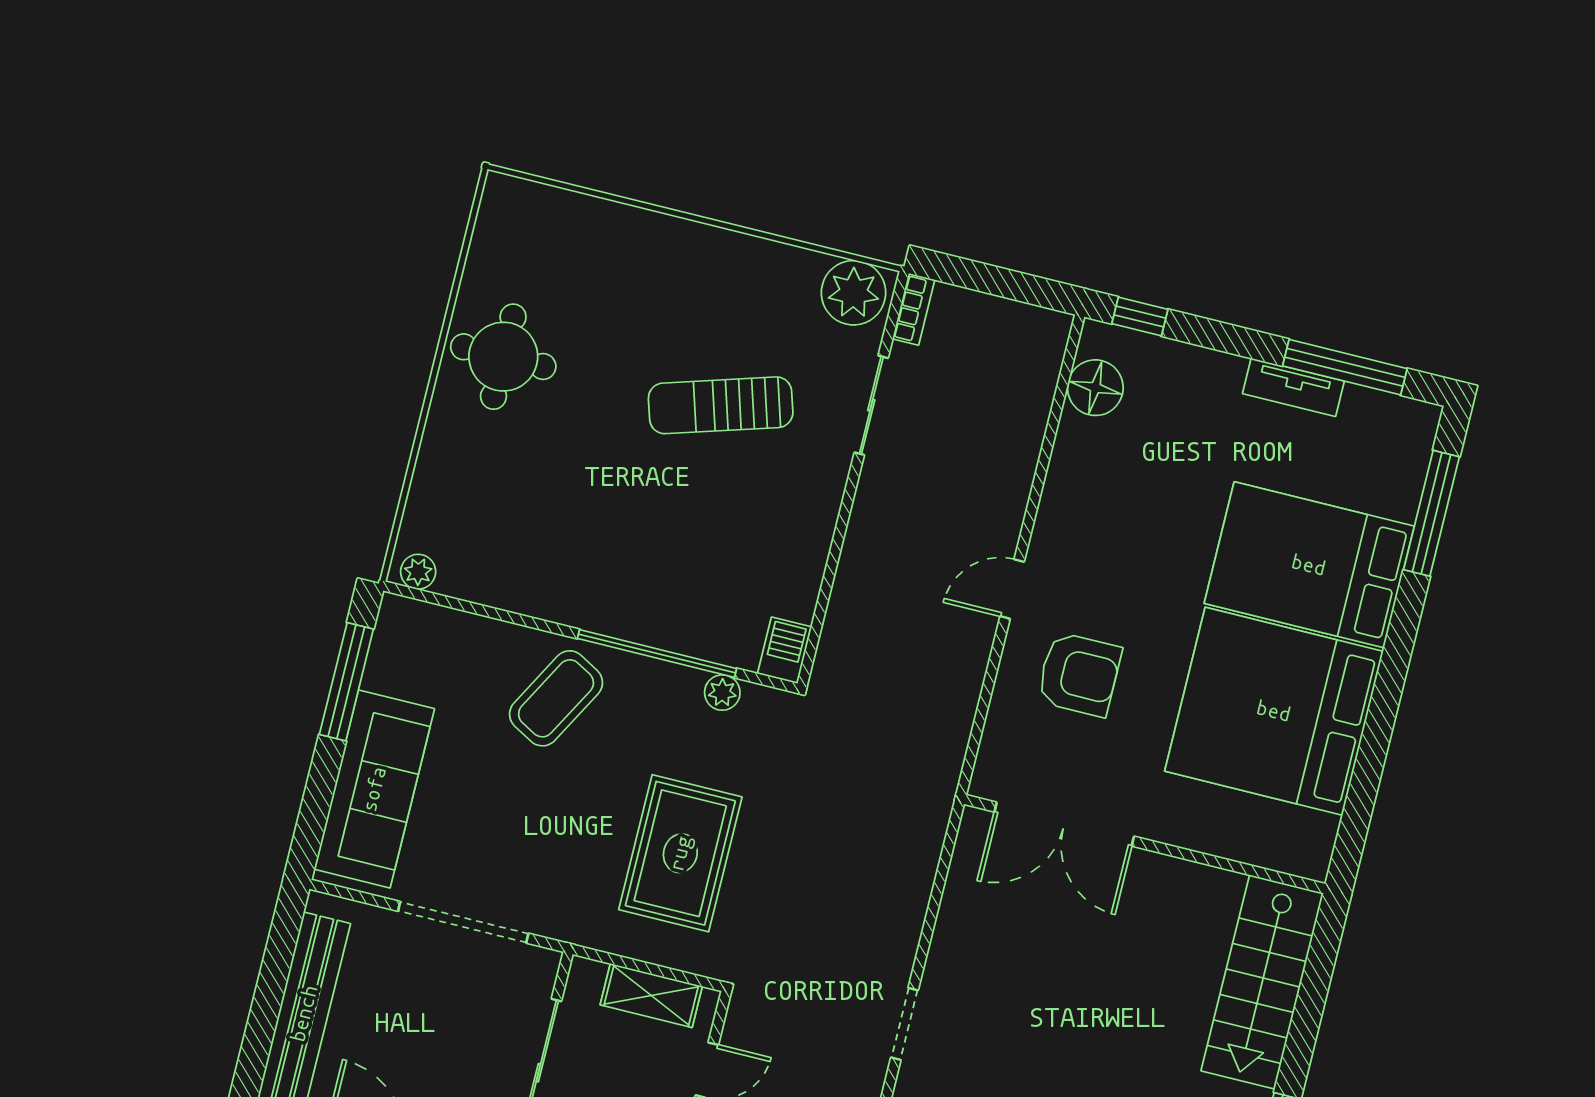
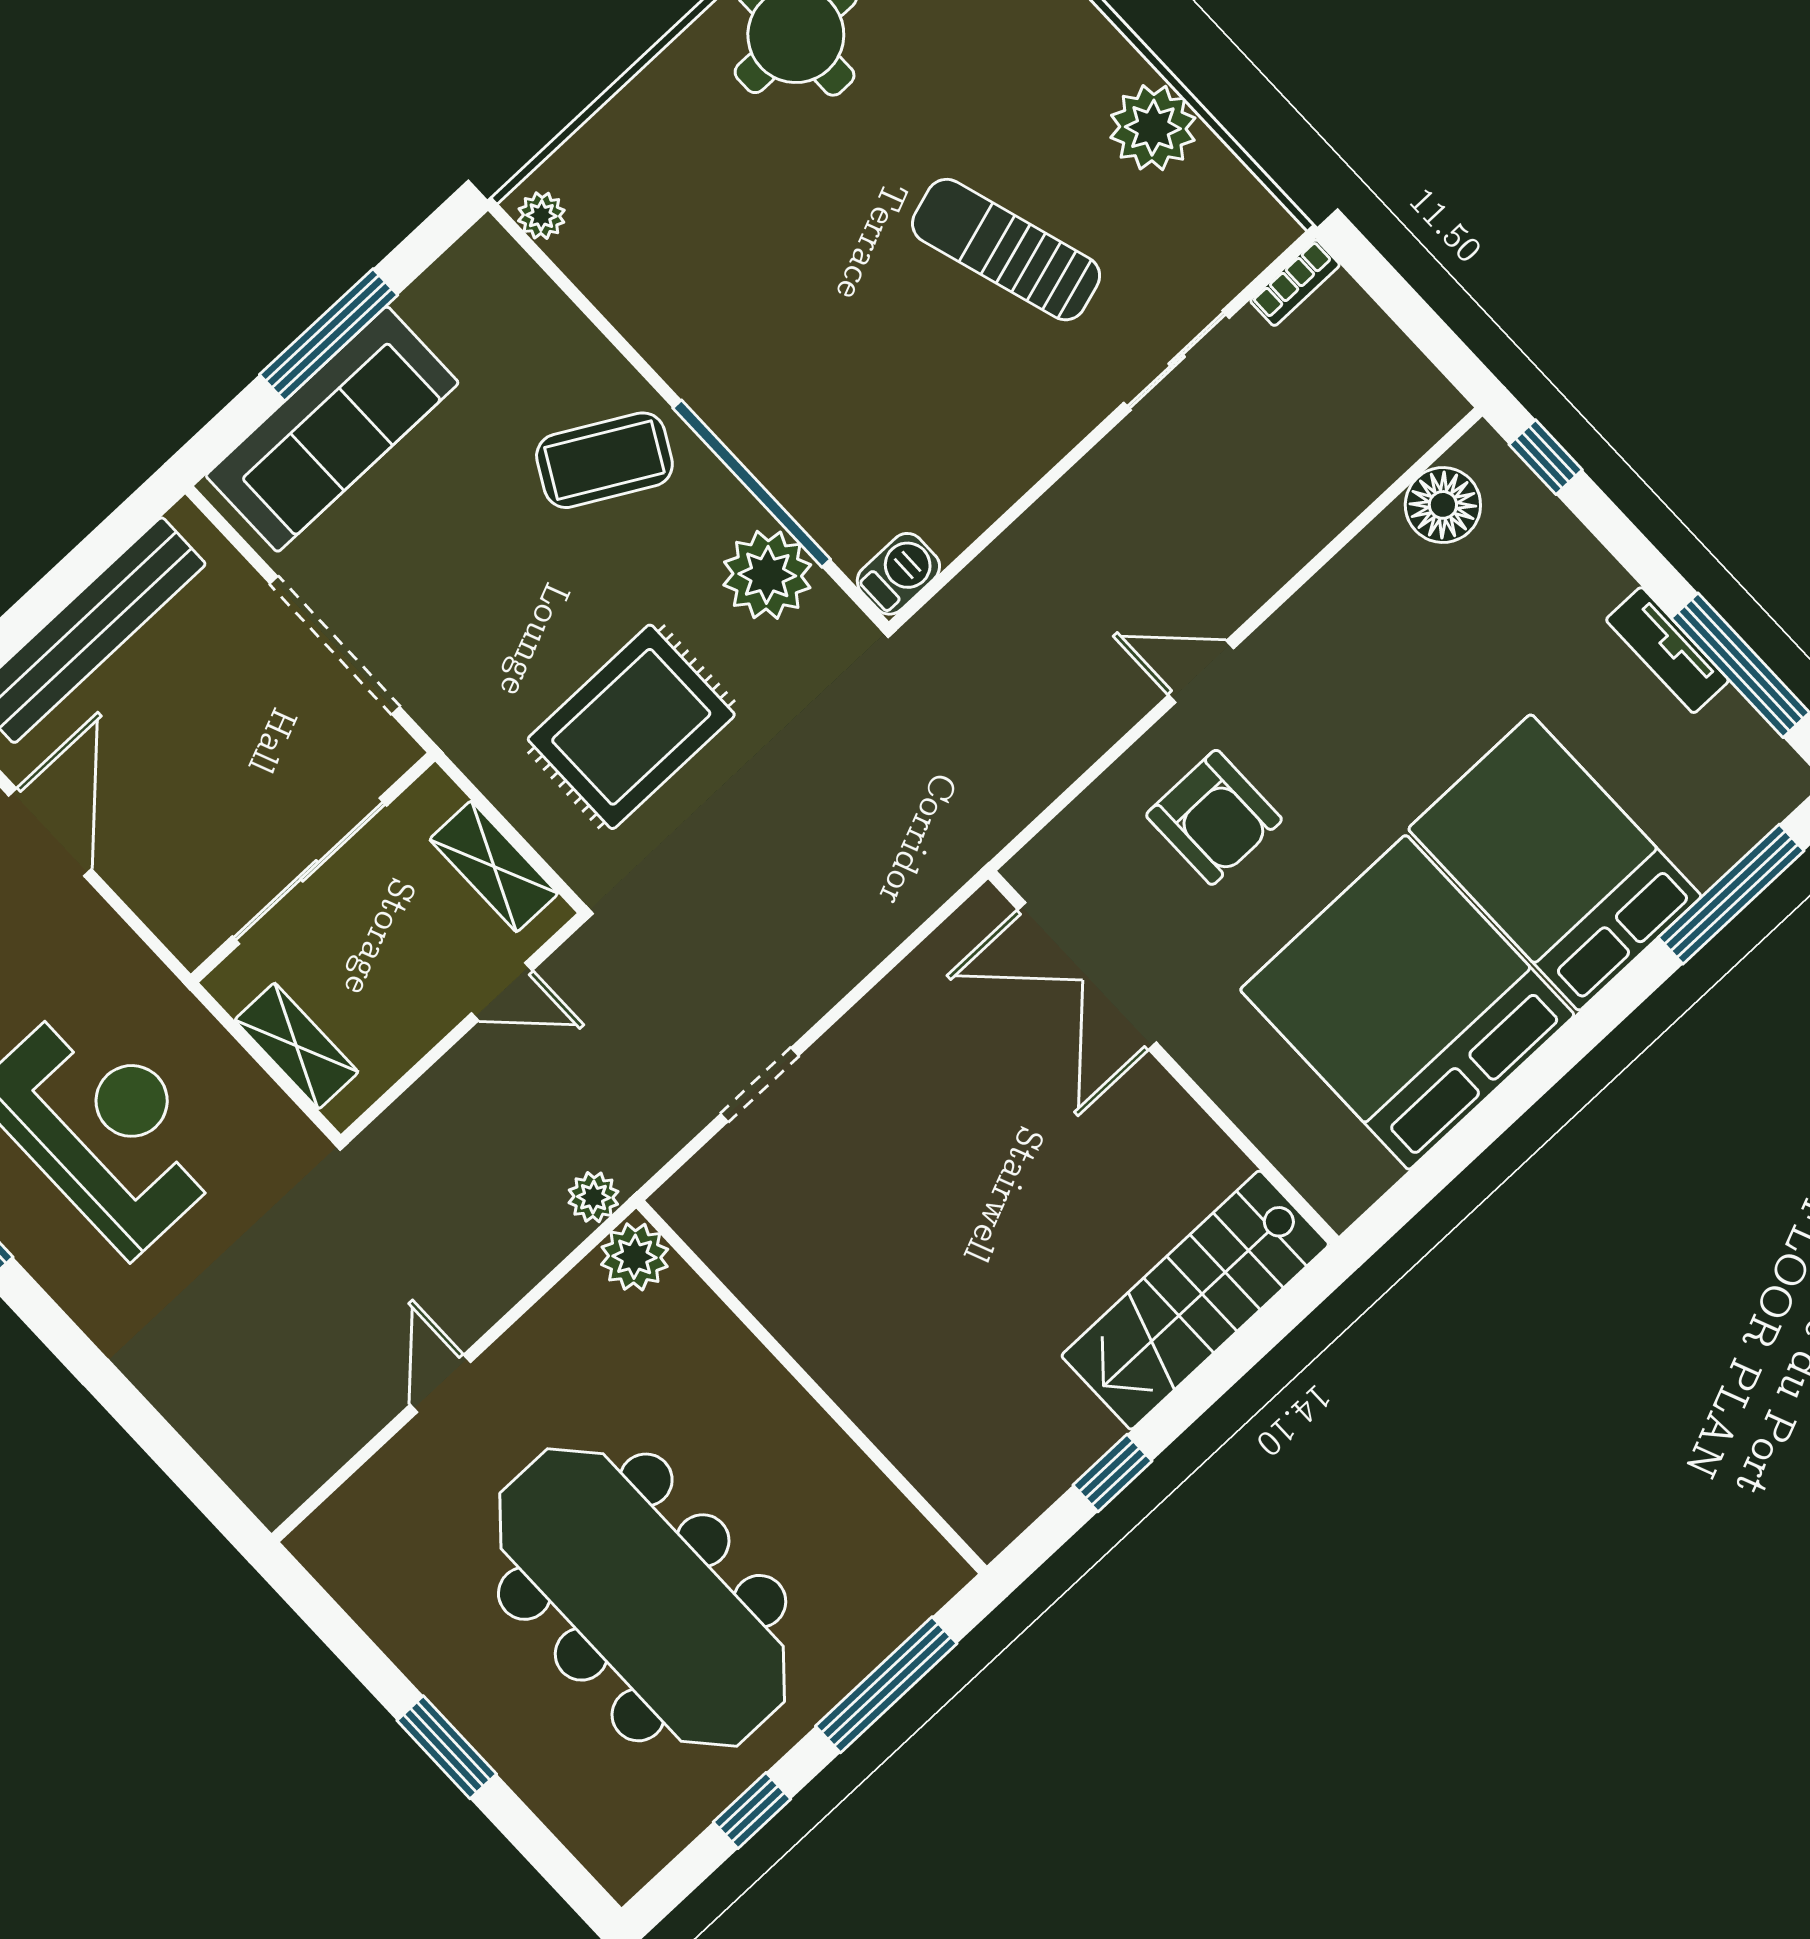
plant: (853, 293) -> (1153, 128), moved
window: (346, 682) -> (329, 335), moved
plant: (722, 693) -> (767, 575), width x1.88, depth x1.88

